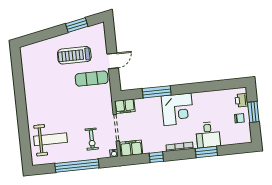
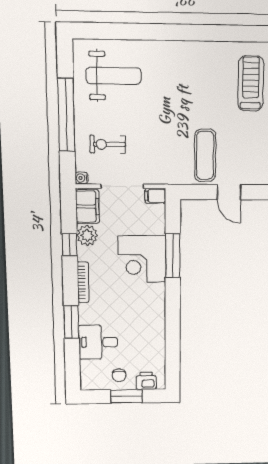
treadmill: (74, 55) -> (251, 83), moved
filing cabinet: (125, 106) -> (155, 196), width x0.50
corner desk: (178, 109) -> (142, 259), moved
desk: (208, 135) -> (98, 342), moved
weight bench: (50, 139) -> (114, 76), turned -90
plant: (149, 147) -> (87, 235), added

